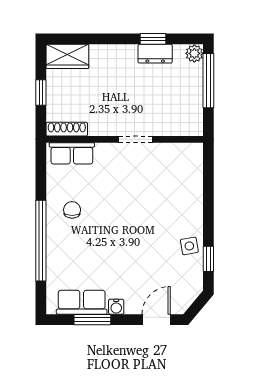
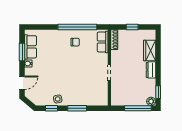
window: (153, 39) -> (158, 92), moved
dresser: (155, 54) -> (151, 70), moved
wardrobe: (67, 56) -> (150, 51), moved
window: (208, 206) -> (77, 108), added
window: (41, 241) -> (77, 27), moved
door: (156, 320) -> (22, 83), hinge flipped

